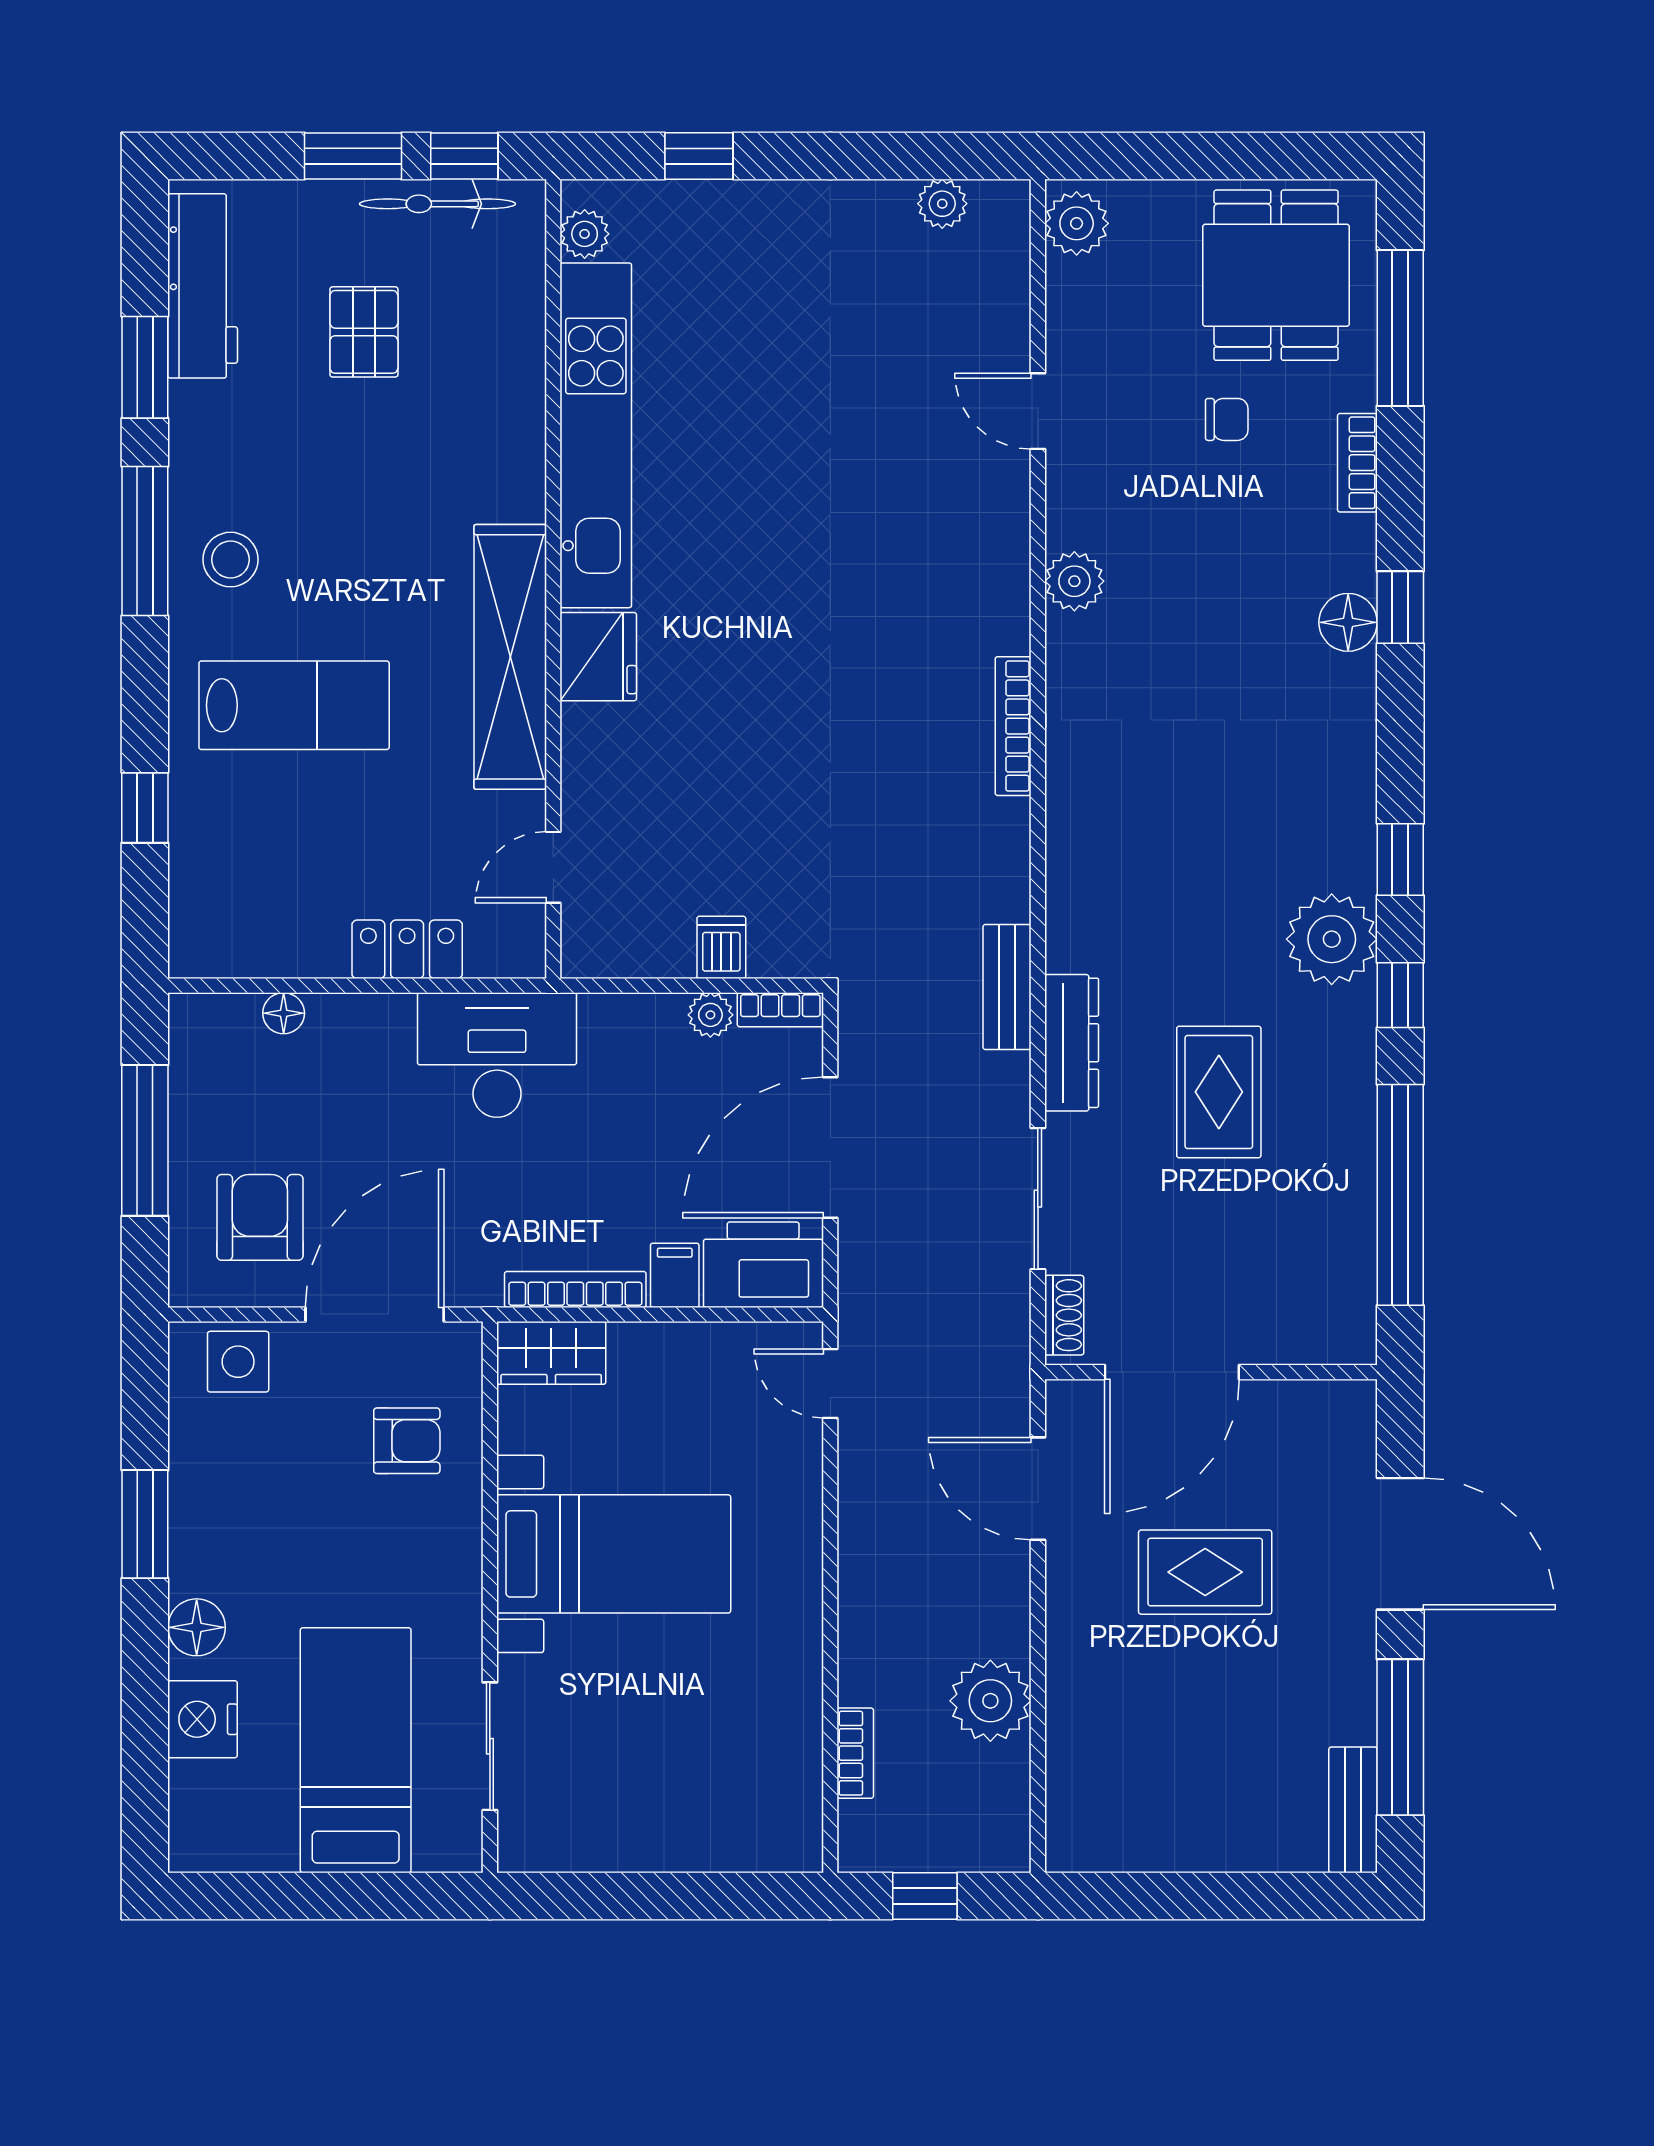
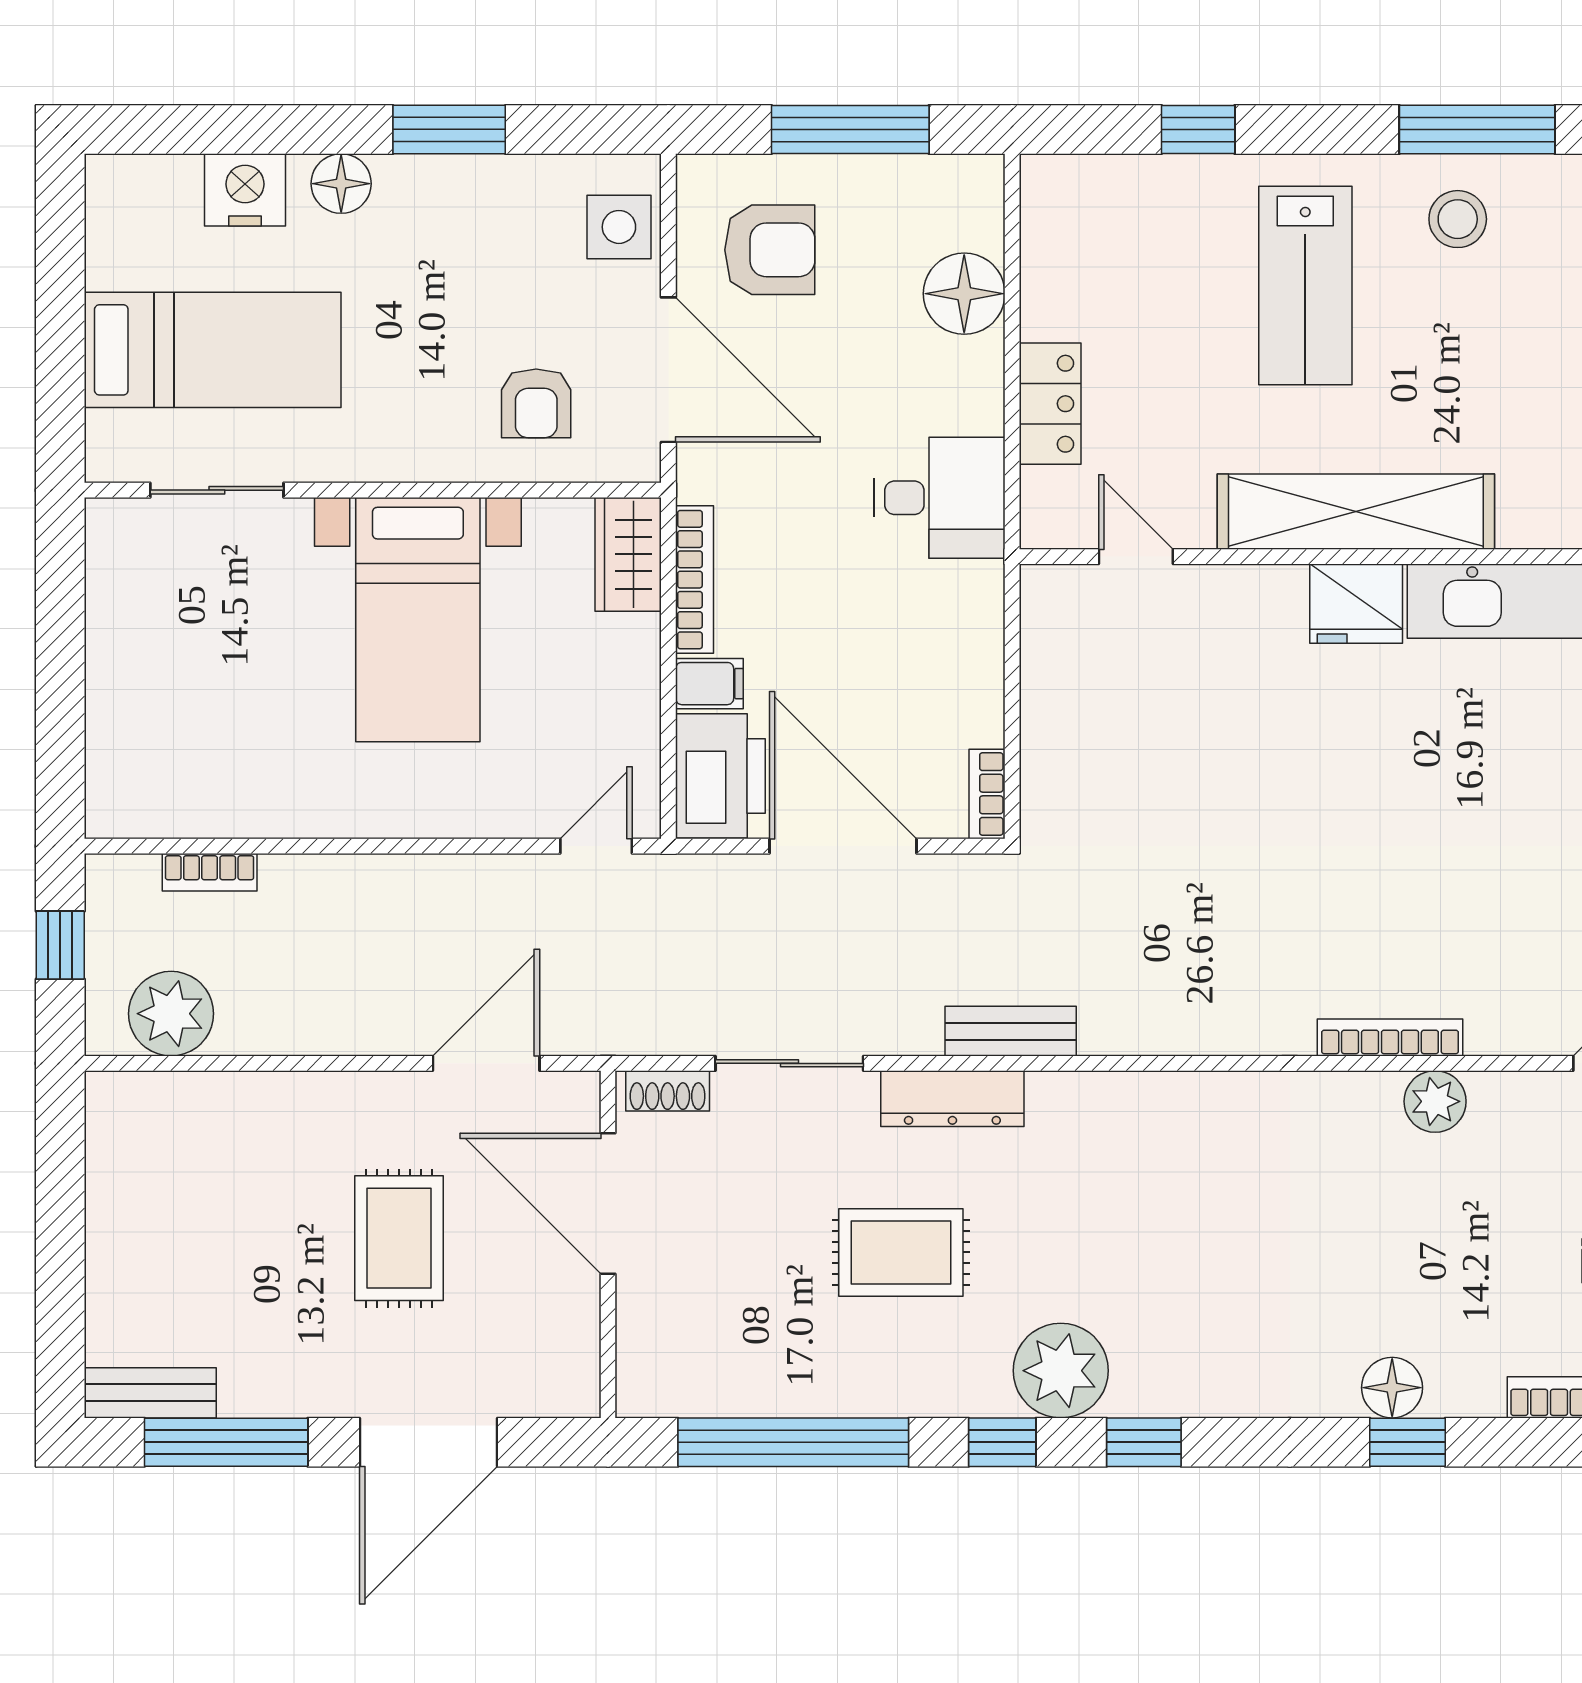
bookcase: (1013, 726) -> (1390, 1037), moved
dishwasher: (721, 947) -> (1052, 732), removed
floor lamp: (284, 1013) -> (964, 294), width x1.89, depth x1.89
plant: (710, 1015) -> (982, 721), removed
desk: (497, 1055) -> (940, 498), width x0.73
plant: (990, 1701) -> (171, 1014), moved

